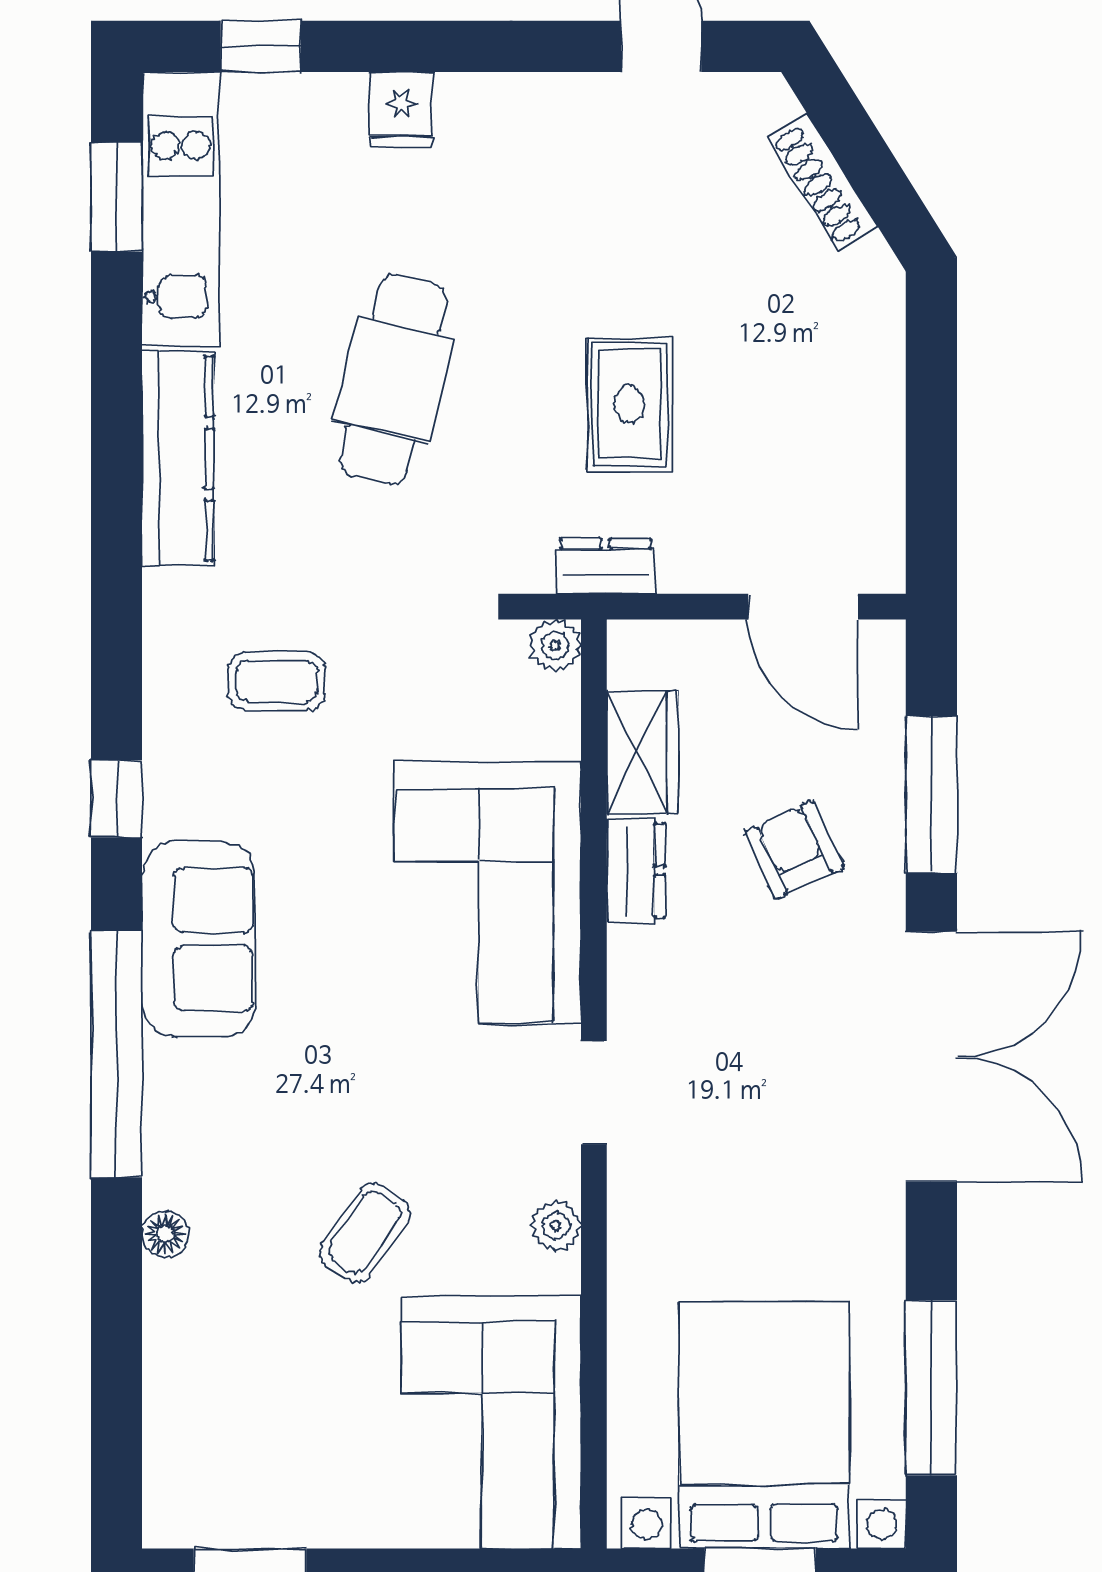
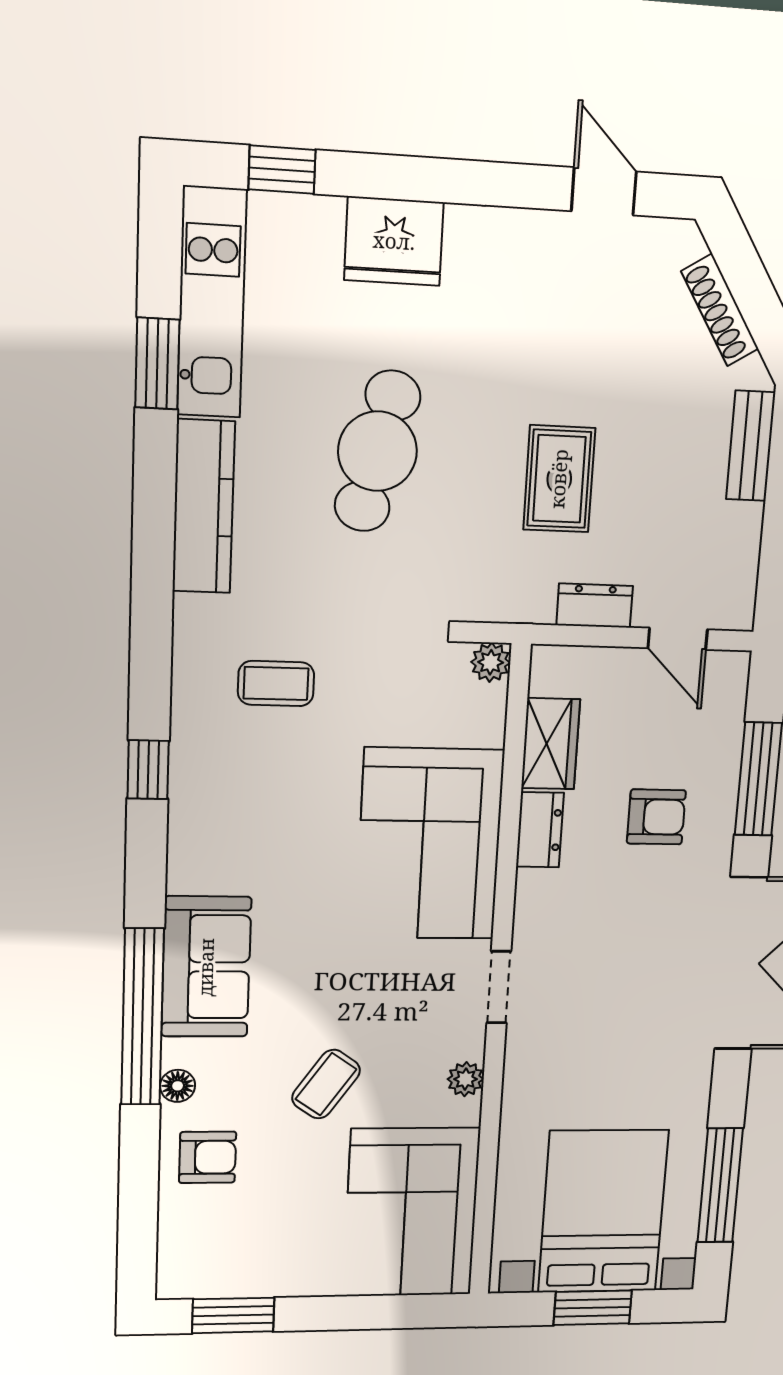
fridge: (401, 109) -> (394, 241), width x1.88, depth x1.34
window: (116, 197) -> (157, 364), moved
bench: (879, 351) -> (751, 446), added
dresser: (605, 566) -> (595, 606), moved
door: (803, 607) -> (678, 639), width x0.73
armchair: (794, 850) -> (656, 817), turned 115
sofa: (198, 939) -> (206, 967), moved
window: (116, 1054) -> (142, 1017), moved
armchair: (208, 1338) -> (208, 1157), added

